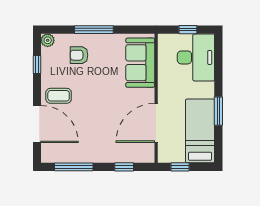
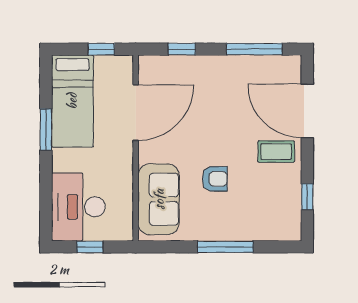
plant: (48, 40) -> (292, 232), removed
armchair: (79, 55) -> (215, 179), moved

